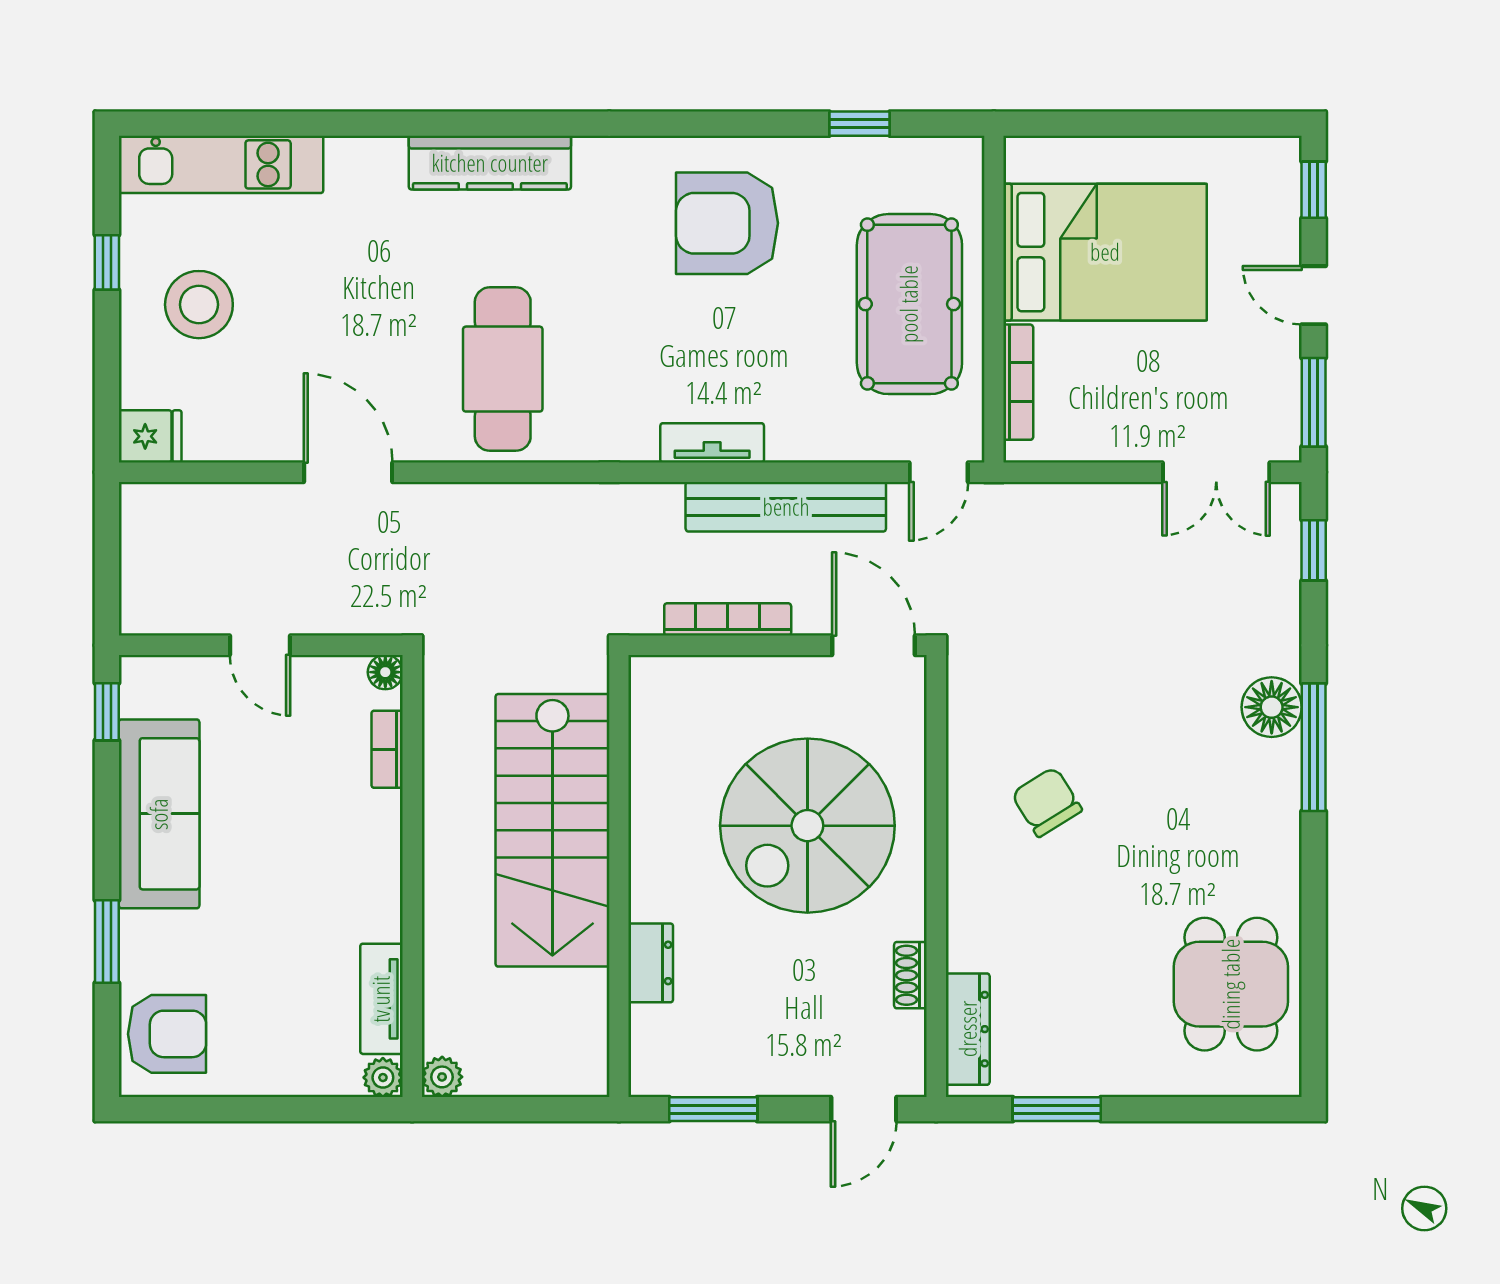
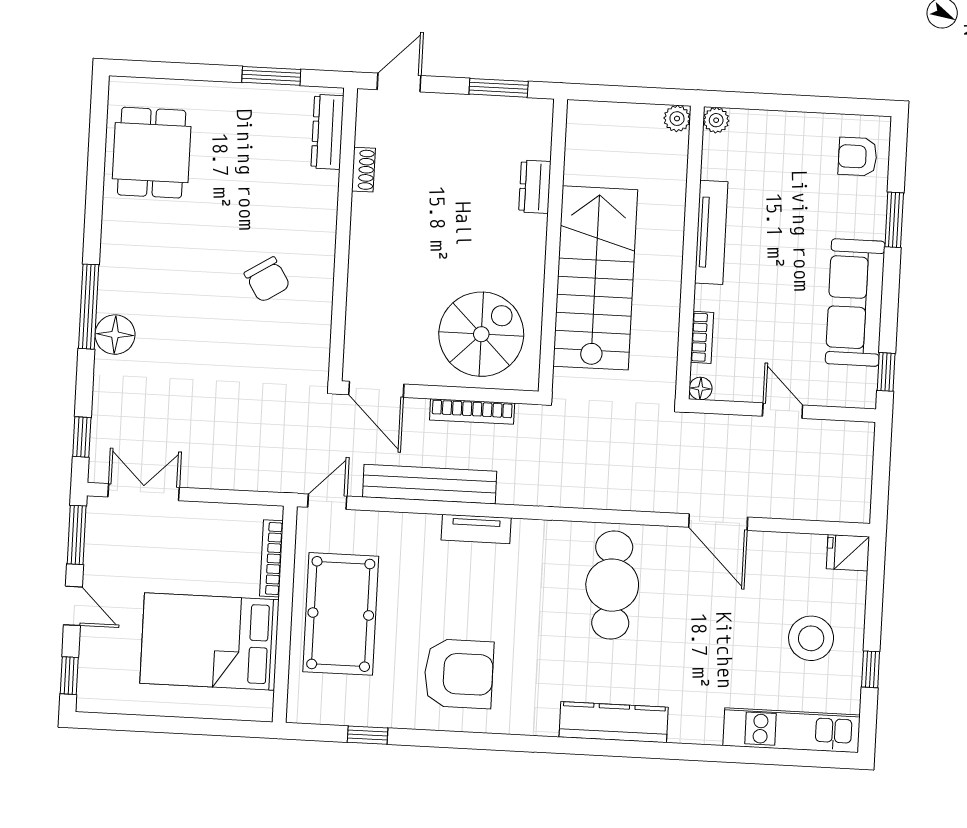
spiral stairs: (807, 826) -> (481, 334), moved, width x0.73, depth x0.73
tv unit: (381, 999) -> (711, 232), moved, width x1.41
armchair: (167, 1034) -> (858, 157), width x0.72, depth x0.72

